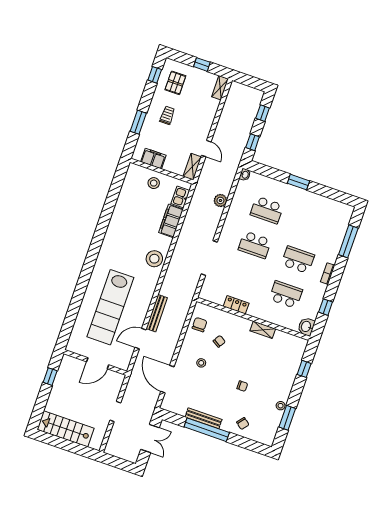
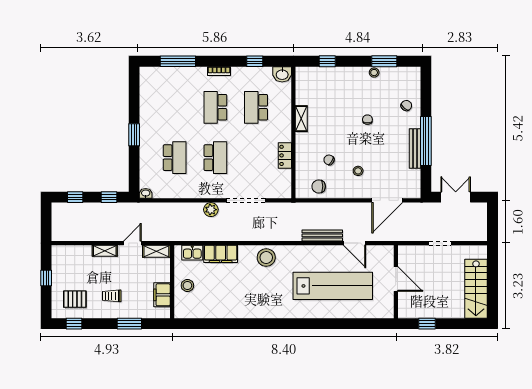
shelving: (220, 88) -> (105, 251), moved
plant: (220, 200) -> (211, 210), moved

